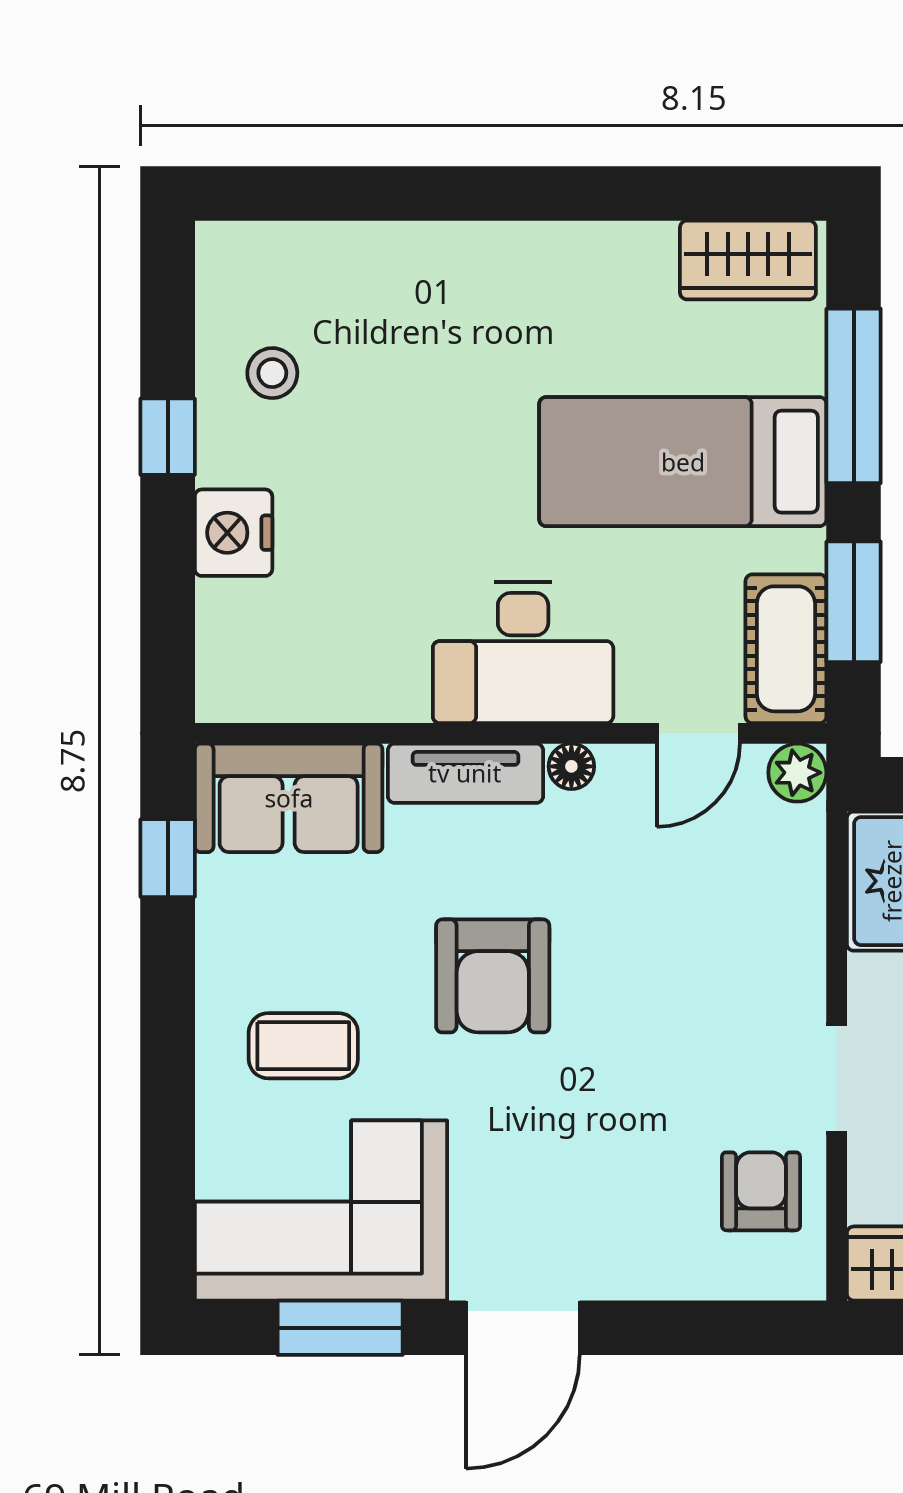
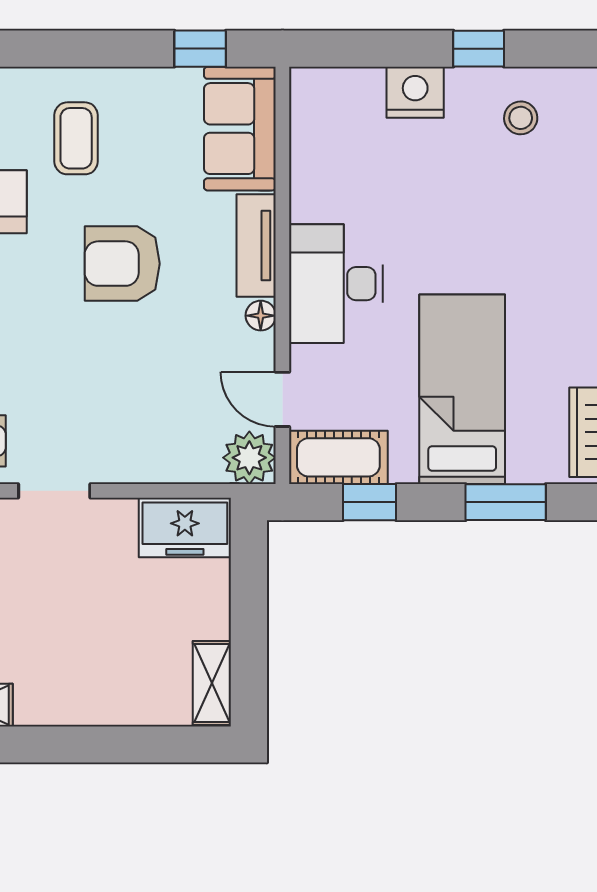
window: (854, 396) -> (506, 502), width x0.69
window: (854, 602) -> (370, 502), width x0.67
plant: (797, 773) -> (249, 458), width x1.38, depth x1.38

